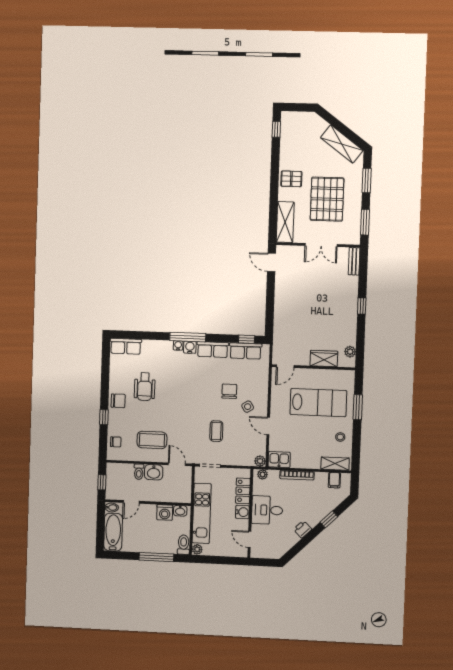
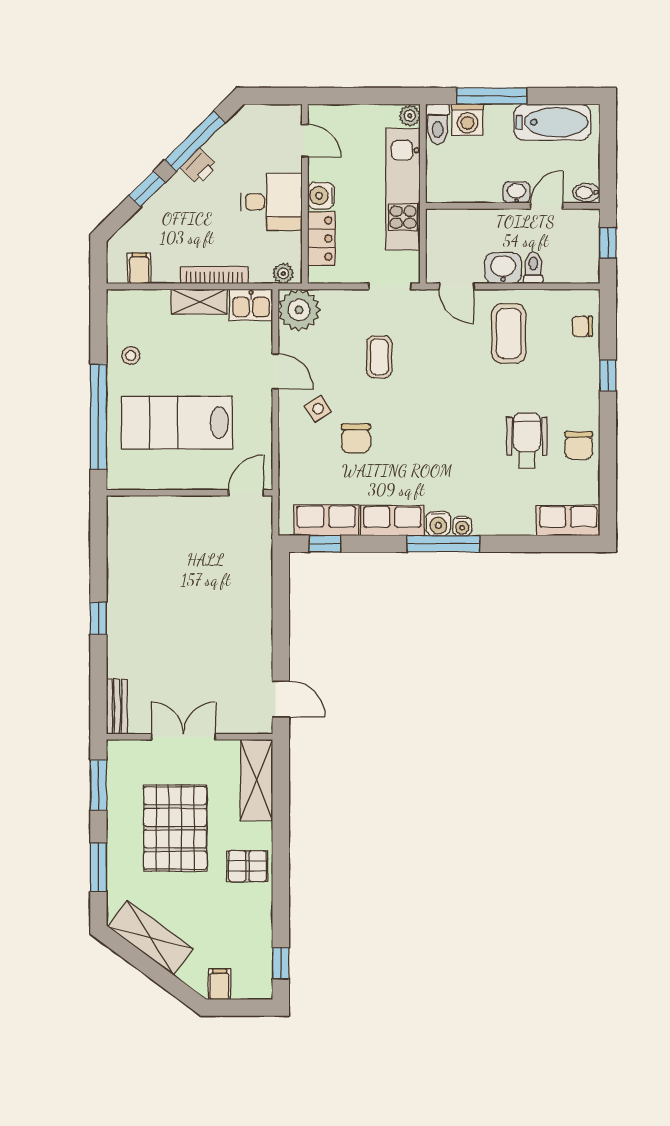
filing cabinet: (308, 119) -> (219, 984), added
plant: (350, 352) -> (118, 527), removed
wardrobe: (324, 359) -> (169, 511), removed
chair: (118, 401) -> (579, 445), moved, turned -90
window: (358, 407) -> (98, 417), width x2.11
coffee table: (152, 440) -> (509, 333), turned 90
plant: (260, 461) -> (299, 310), width x1.88, depth x1.88
shelving: (335, 464) -> (199, 302), moved
washbasin: (180, 511) -> (517, 192), moved
washing machine: (165, 512) -> (468, 120), moved, turned 180
bathtub: (113, 532) -> (552, 122), moved, turned -90
window: (304, 542) -> (195, 141), added

